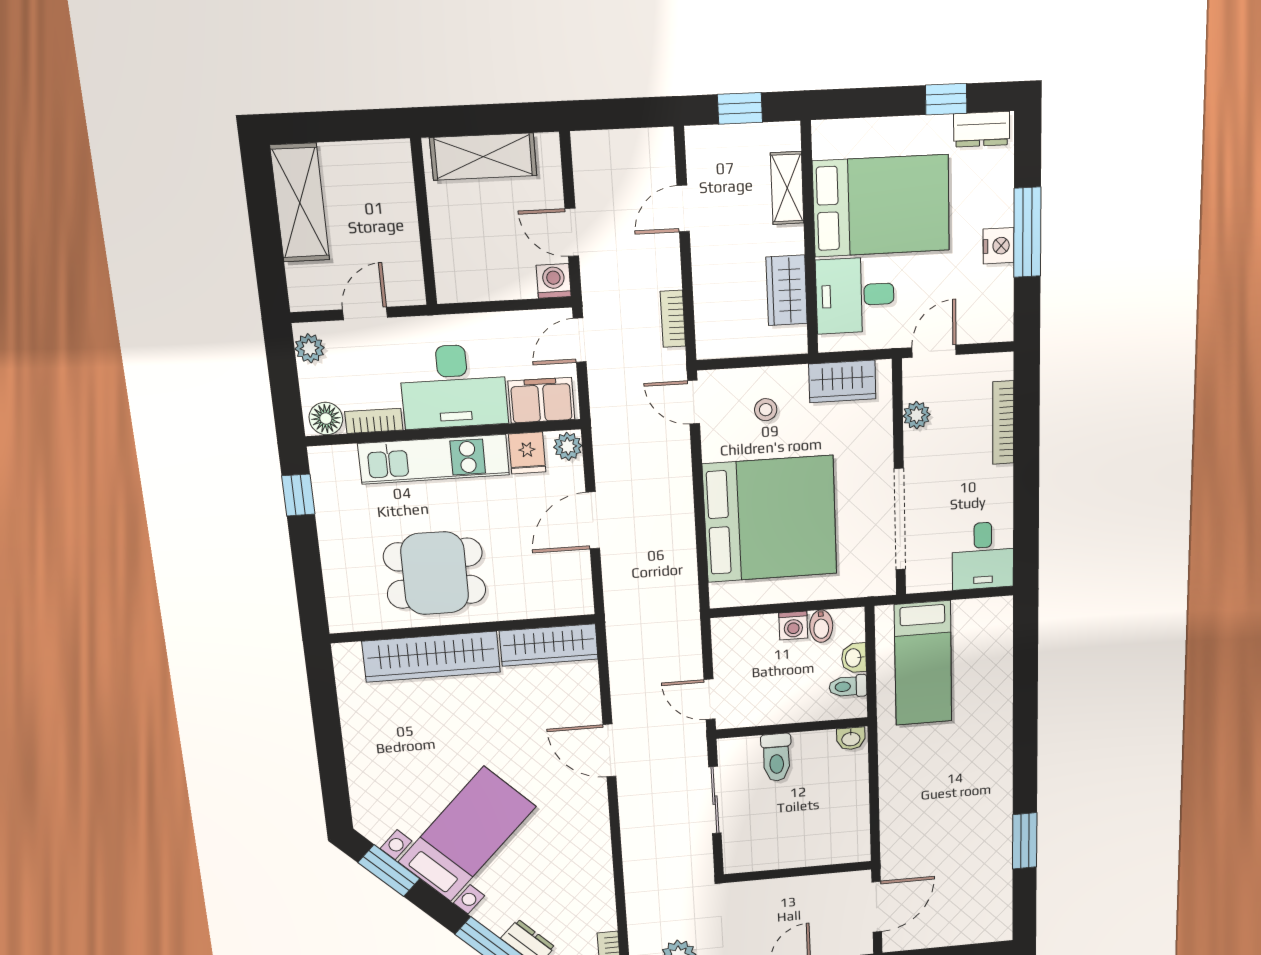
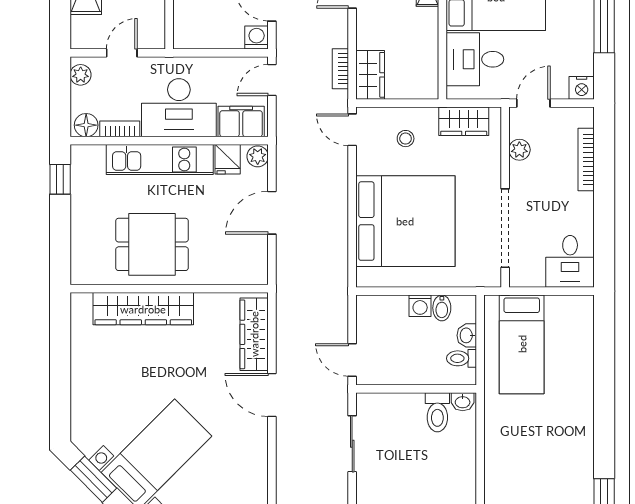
nightstand: (999, 246) -> (582, 88), moved, turned 90
wardrobe: (787, 290) -> (370, 75), moved, turned 180
wardrobe: (549, 645) -> (254, 334), moved, turned 90
toilet: (776, 757) -> (437, 412), moved

